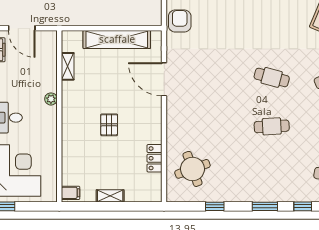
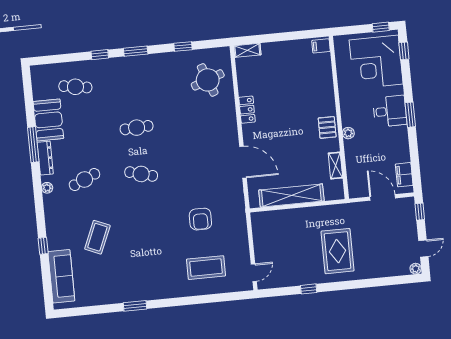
armchair: (180, 21) -> (200, 219), moved
pallet: (109, 125) -> (327, 127), moved
locker: (154, 158) -> (247, 110), moved
shelving: (110, 196) -> (247, 50), moved

